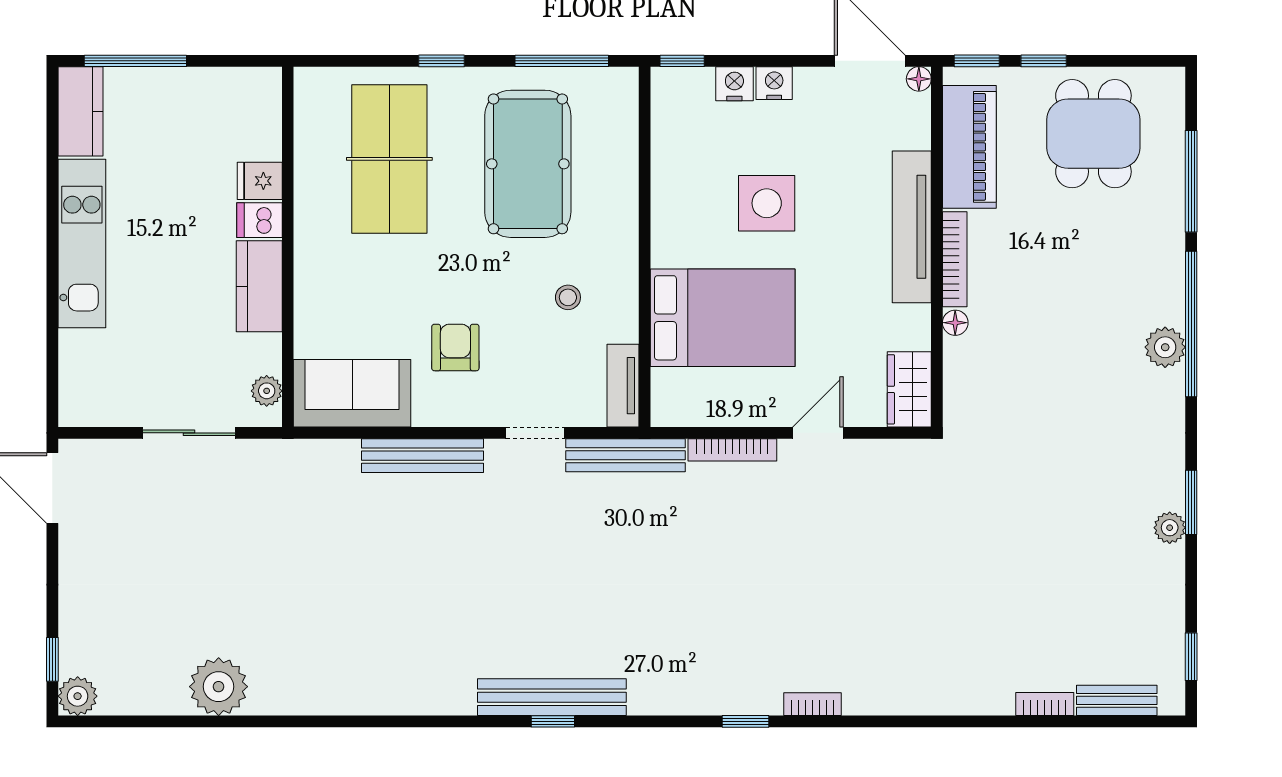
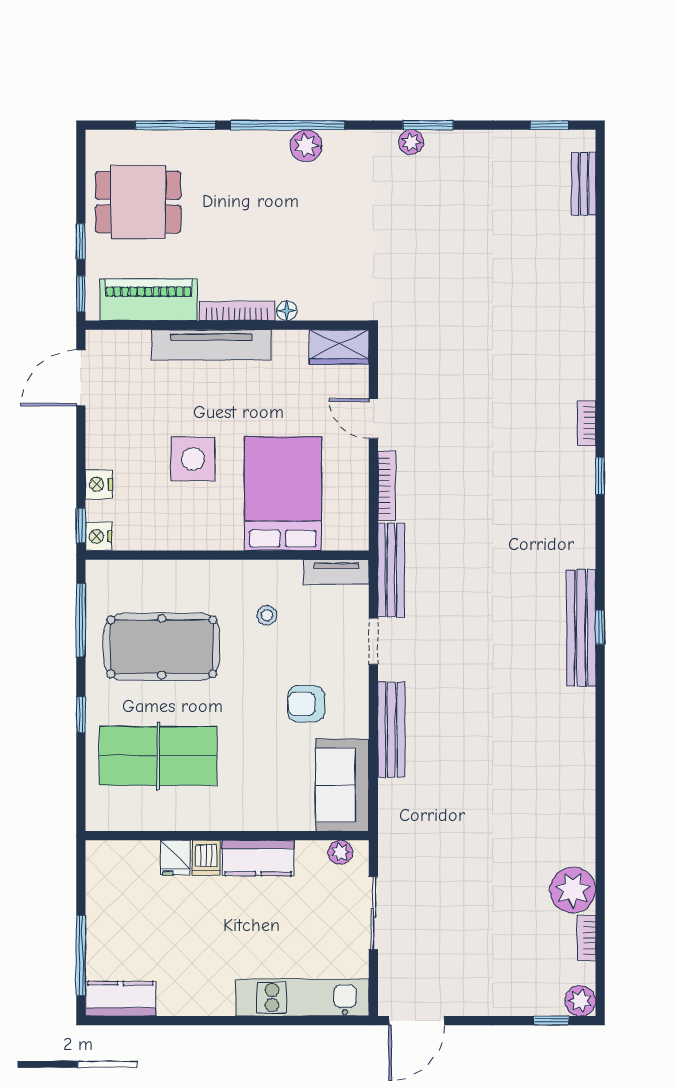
floor lamp: (919, 79) -> (95, 339), removed
nightstand: (774, 83) -> (98, 536), moved
kitchen unit: (82, 243) -> (303, 997), moved
plant: (1170, 528) -> (411, 142), moved
bookcase: (1045, 704) -> (587, 938), moved

